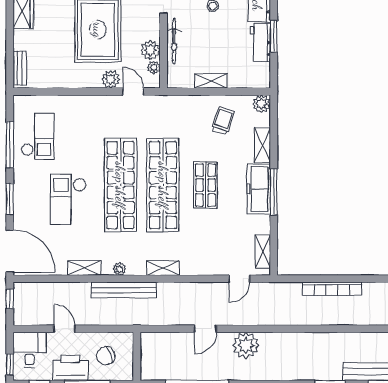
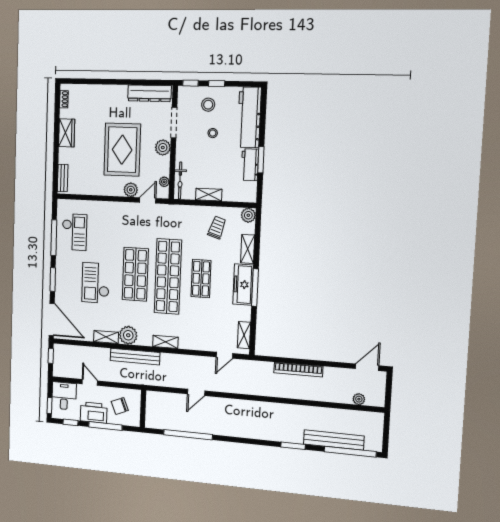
bicycle: (174, 41) -> (180, 181), moved
plant: (150, 50) -> (163, 148), moved
door: (133, 92) -> (148, 200), hinge flipped
shop shelf: (120, 185) -> (135, 274), width x0.71
plant: (119, 269) -> (128, 335), width x1.88, depth x1.88
plant: (246, 345) -> (227, 408), removed

